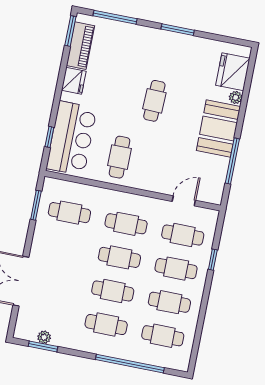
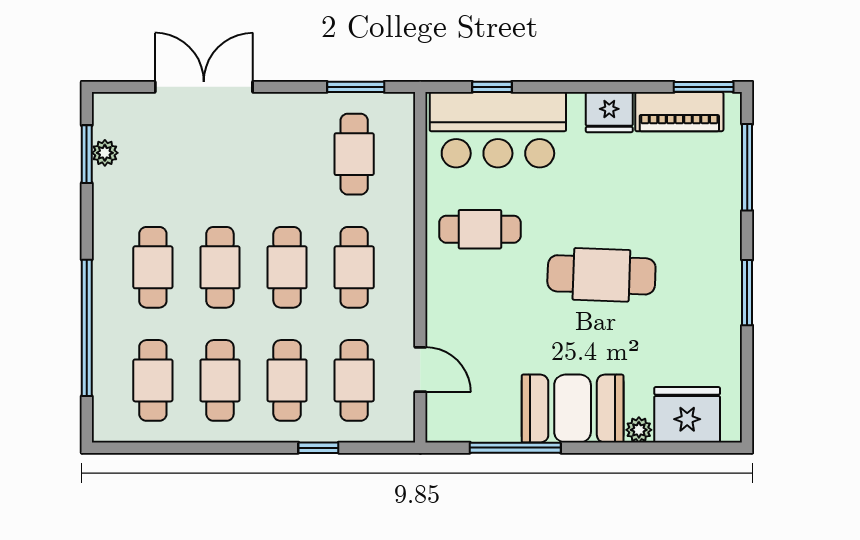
cafe table: (154, 101) -> (601, 275), width x1.37, depth x1.35

